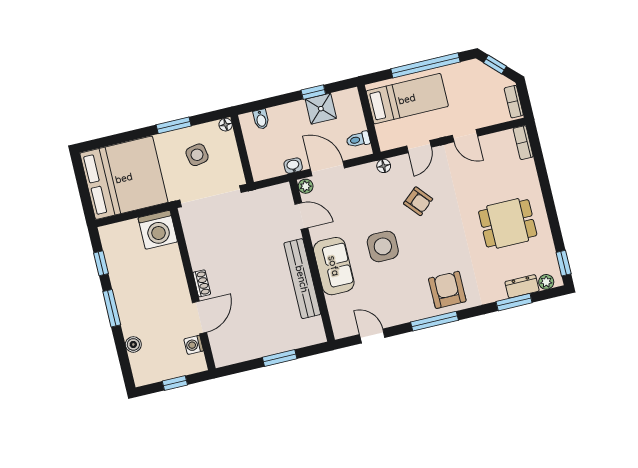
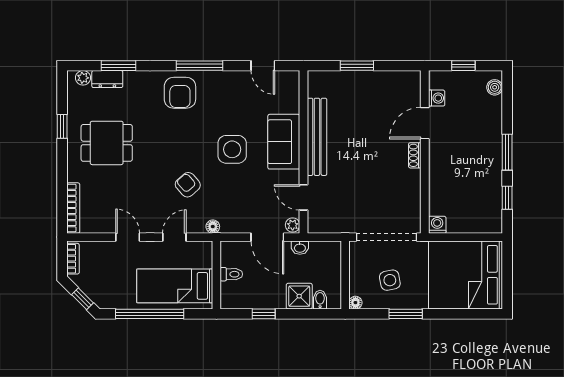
shower: (321, 109) -> (299, 296), moved
toilet: (358, 139) -> (231, 274), moved
bookcase: (523, 143) -> (73, 208), width x1.56
washing machine: (158, 230) -> (437, 225), width x0.53, depth x0.53
window: (564, 263) -> (62, 126), moved
boiler: (133, 344) -> (495, 87), moved

